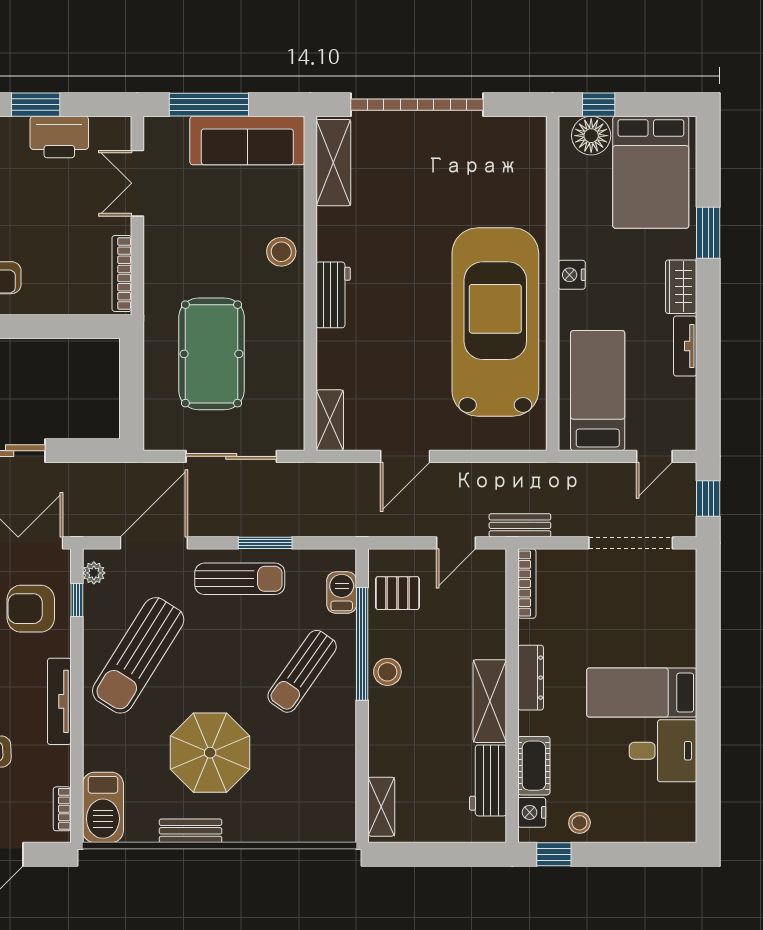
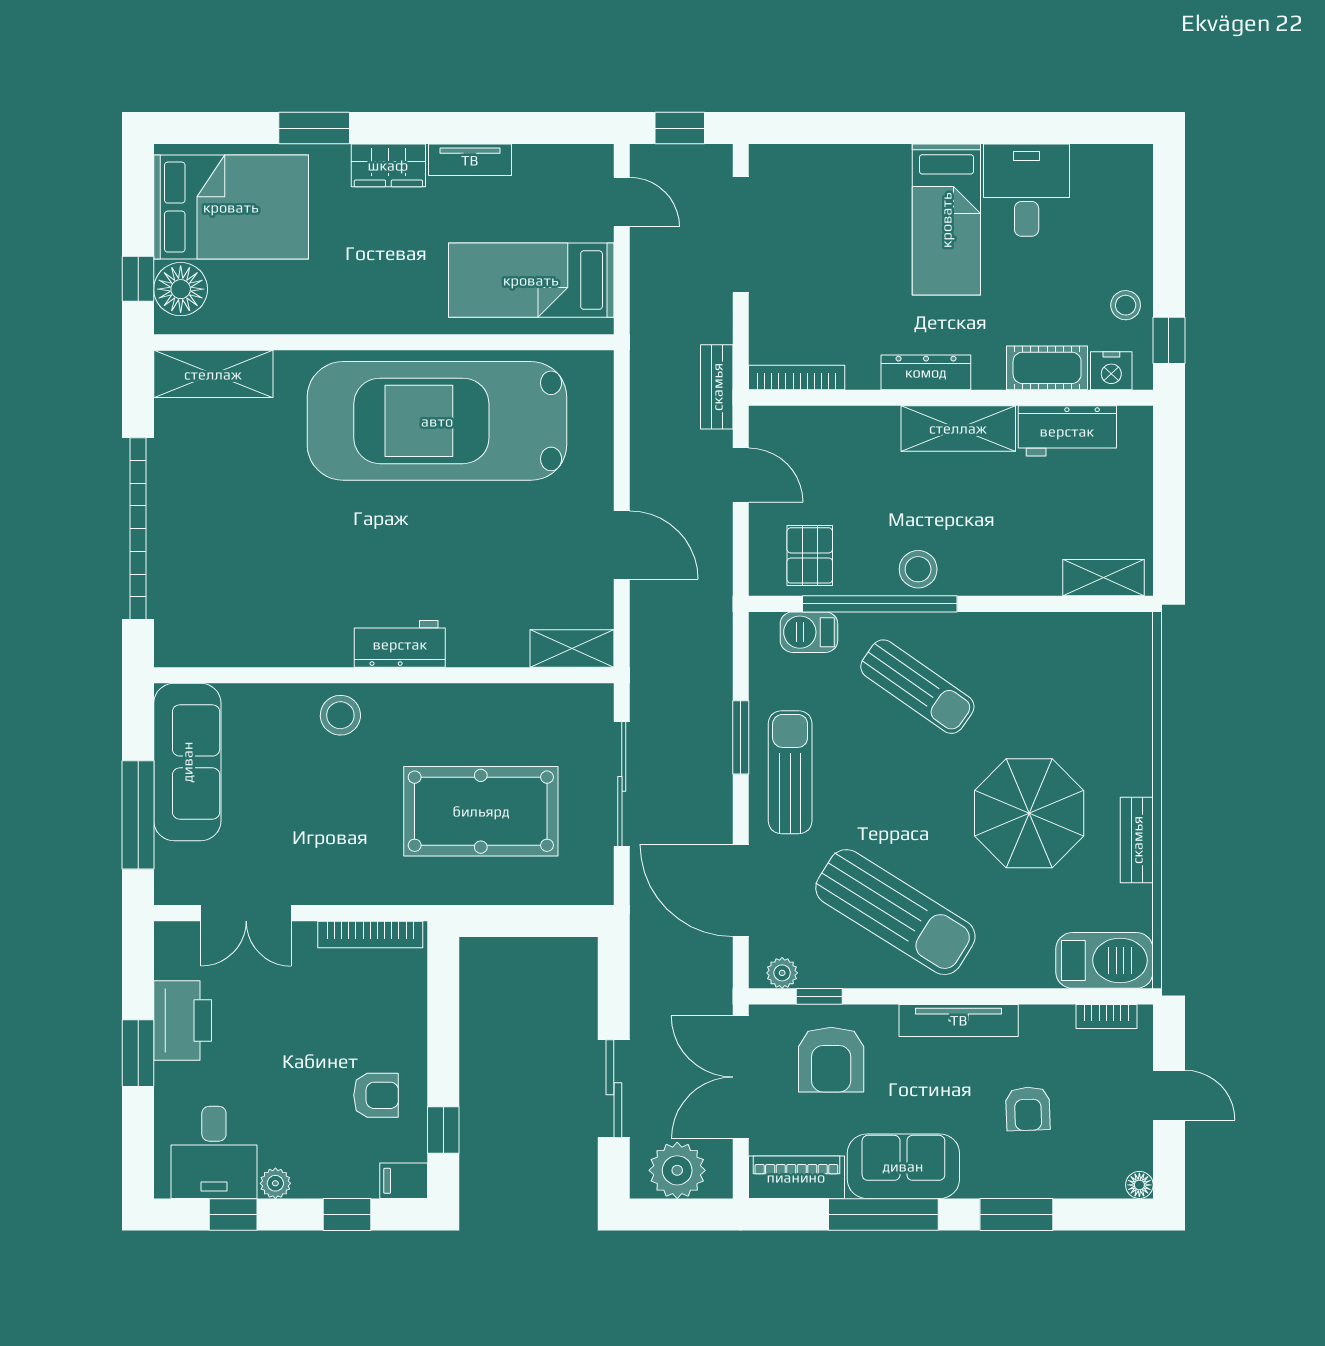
shelving: (333, 163) -> (213, 374), moved
nightstand: (572, 275) -> (372, 316), removed

